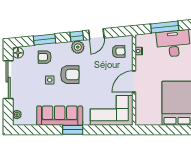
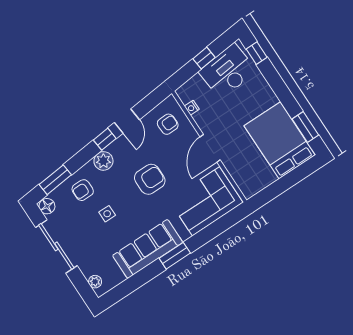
window: (165, 27) -> (204, 58), width x0.46
window: (44, 39) -> (55, 180), moved
plant: (78, 47) -> (103, 161), moved
armchair: (70, 75) -> (150, 179), moved

